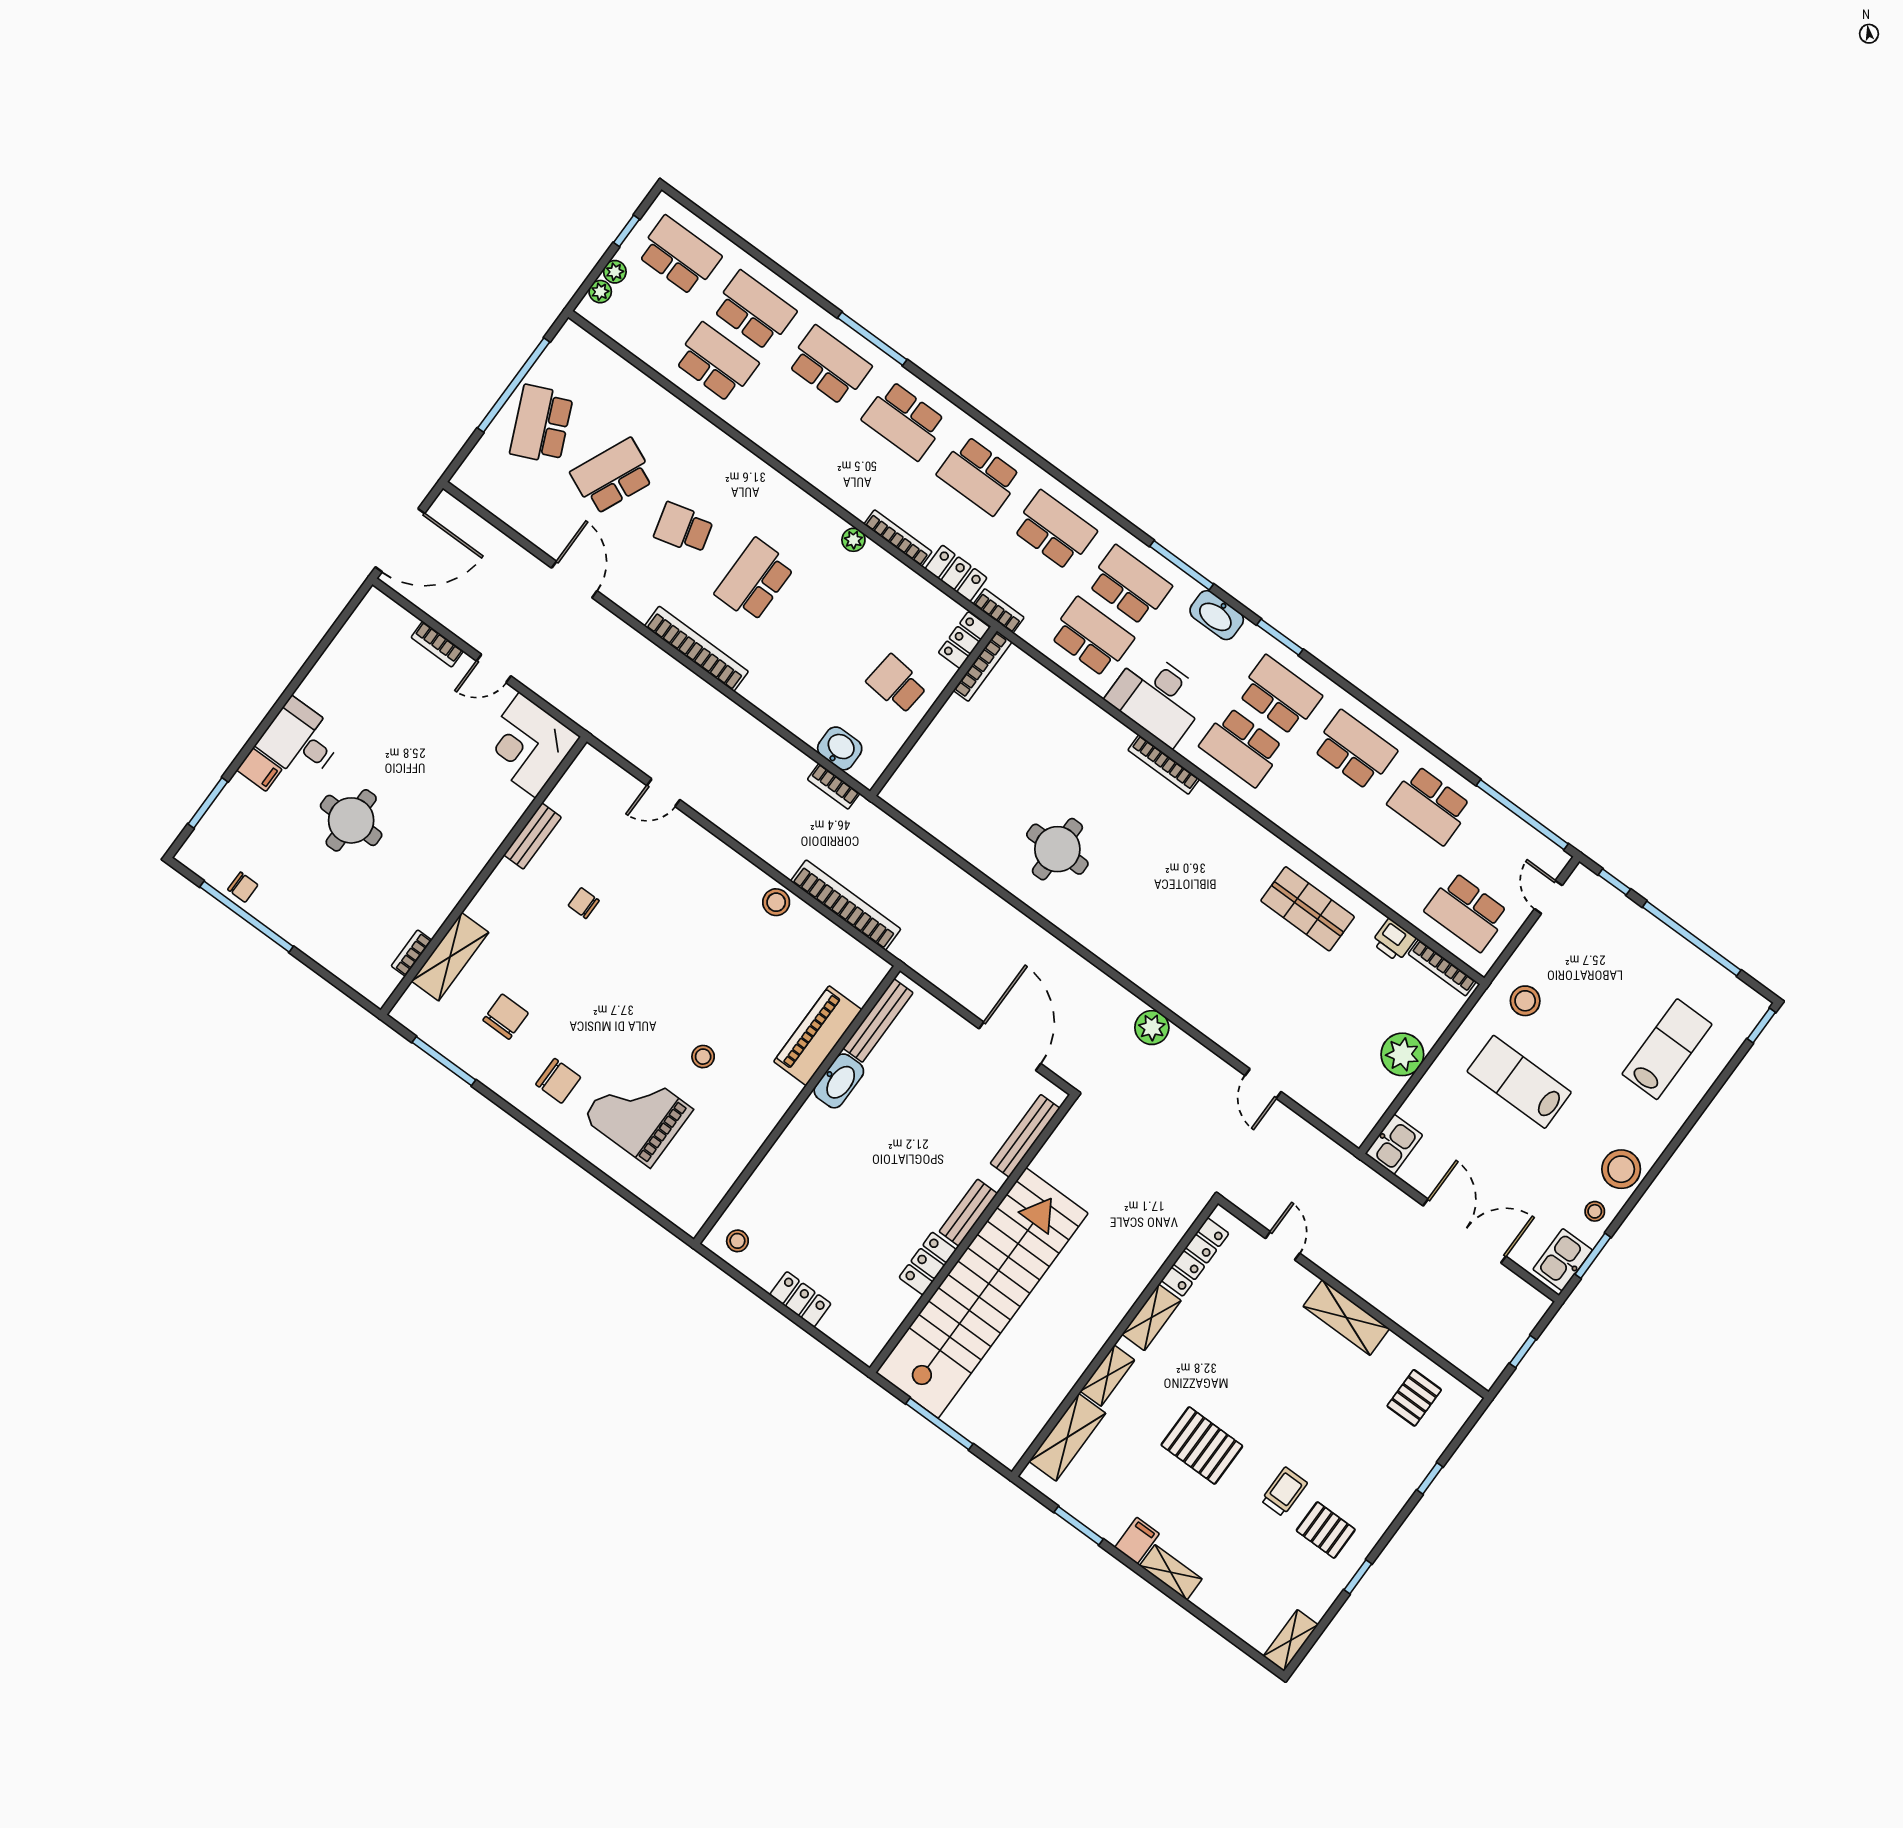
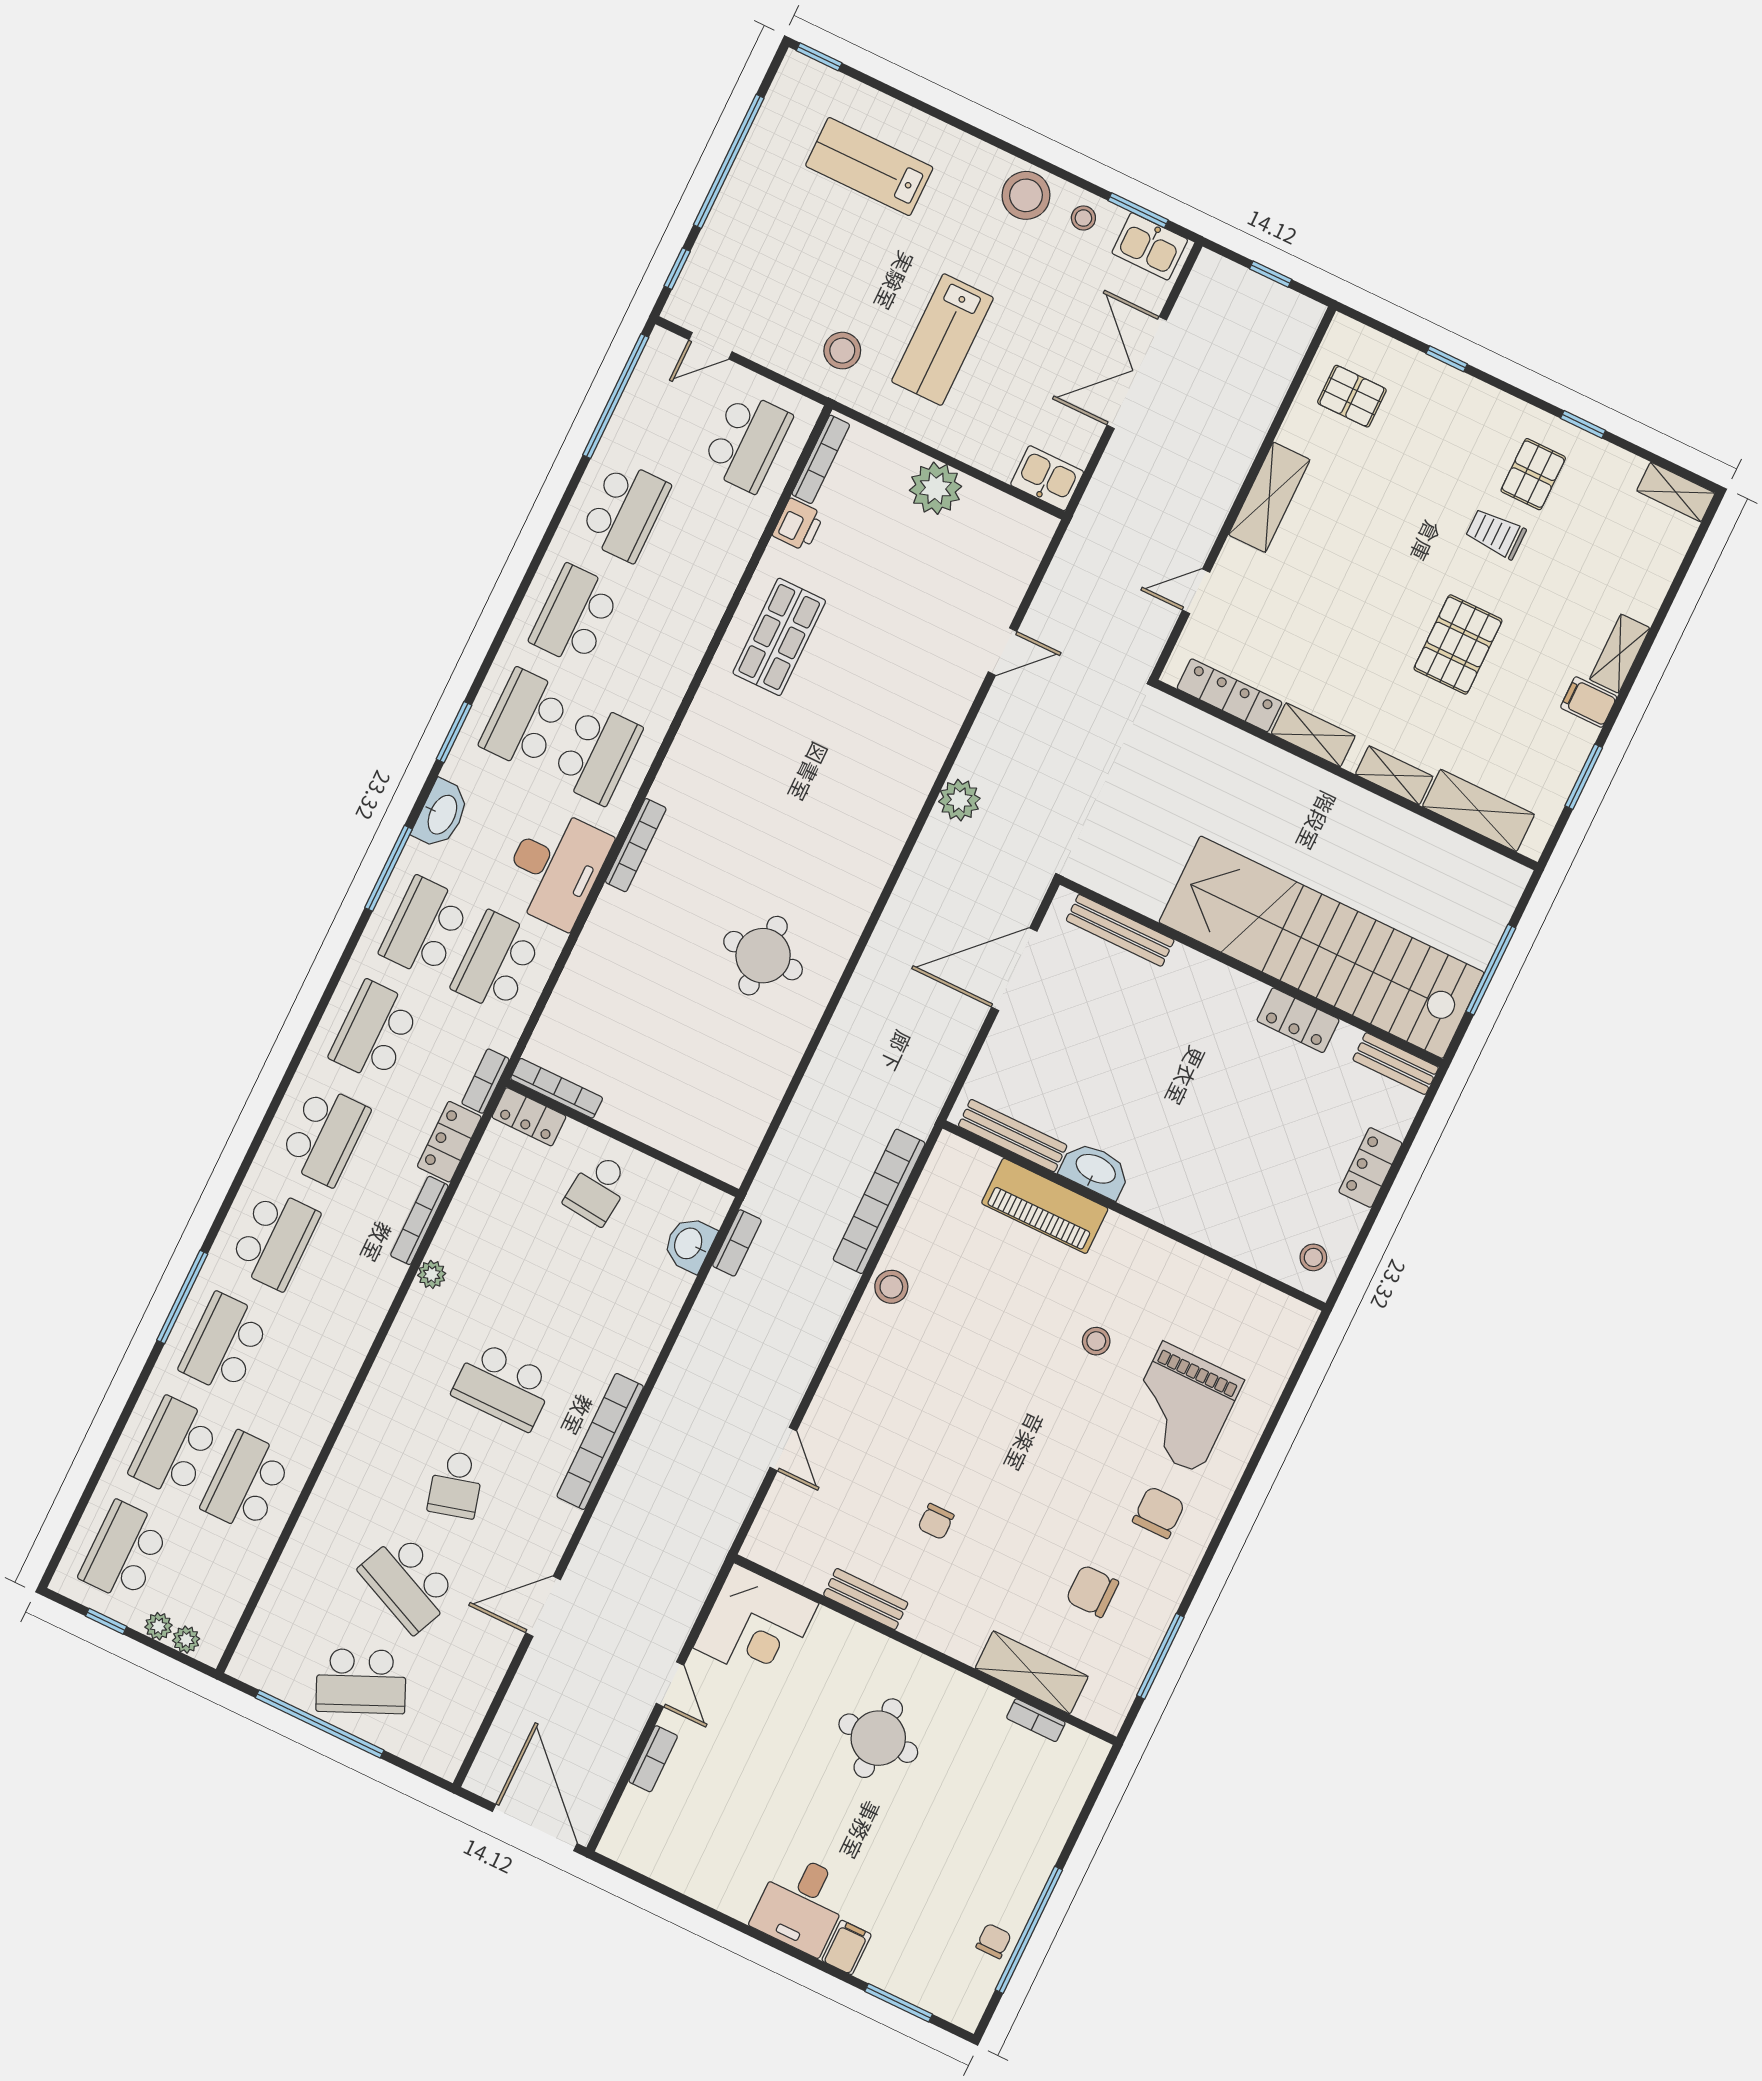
round table: (351, 820) -> (878, 1738), moved
bench: (968, 1213) -> (1396, 1064), moved

